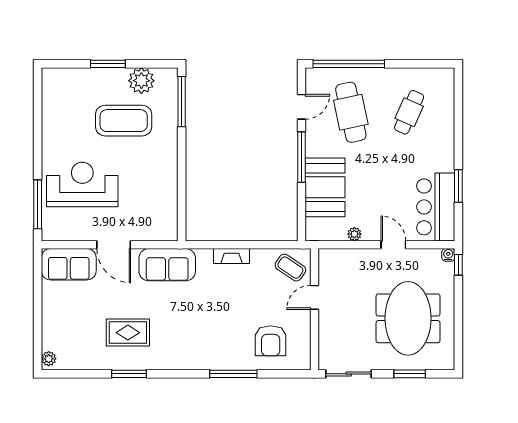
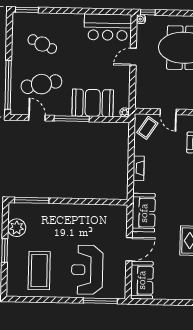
coffee table: (124, 121) -> (39, 271), moved
window: (458, 186) -> (27, 10), moved
plant: (354, 234) -> (125, 112), moved

